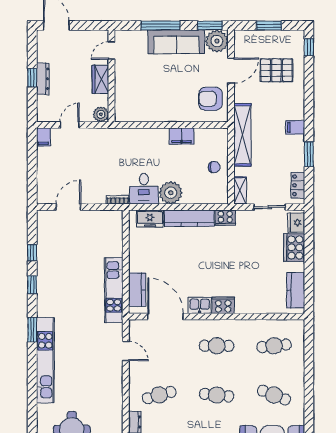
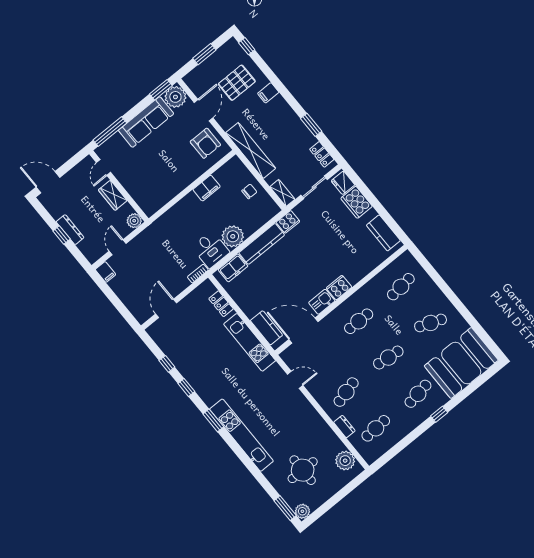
window: (161, 25) -> (110, 132), moved
armchair: (210, 99) -> (205, 143), turned -90
filing cabinet: (295, 127) -> (268, 93), moved
locker: (116, 240) -> (221, 304), added

